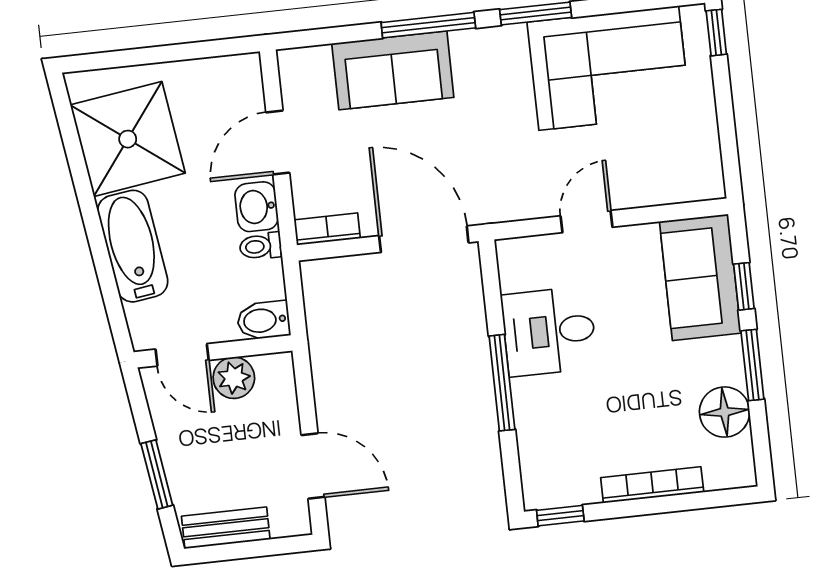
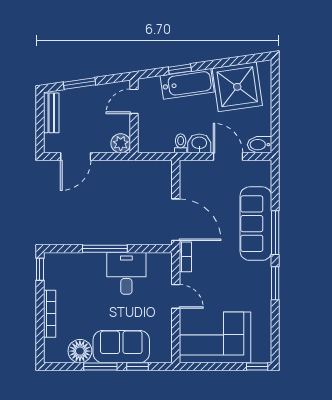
corner sofa: (609, 68) -> (215, 337), moved, turned 90
sofa: (393, 70) -> (256, 224), width x1.36
bookcase: (327, 229) -> (185, 257), moved
door: (424, 239) -> (176, 220), hinge flipped
window: (103, 265) -> (180, 69), added
sofa: (700, 277) -> (121, 347), moved
bidet: (263, 320) -> (259, 145), moved, turned -90
plant: (234, 378) -> (121, 143), moved

